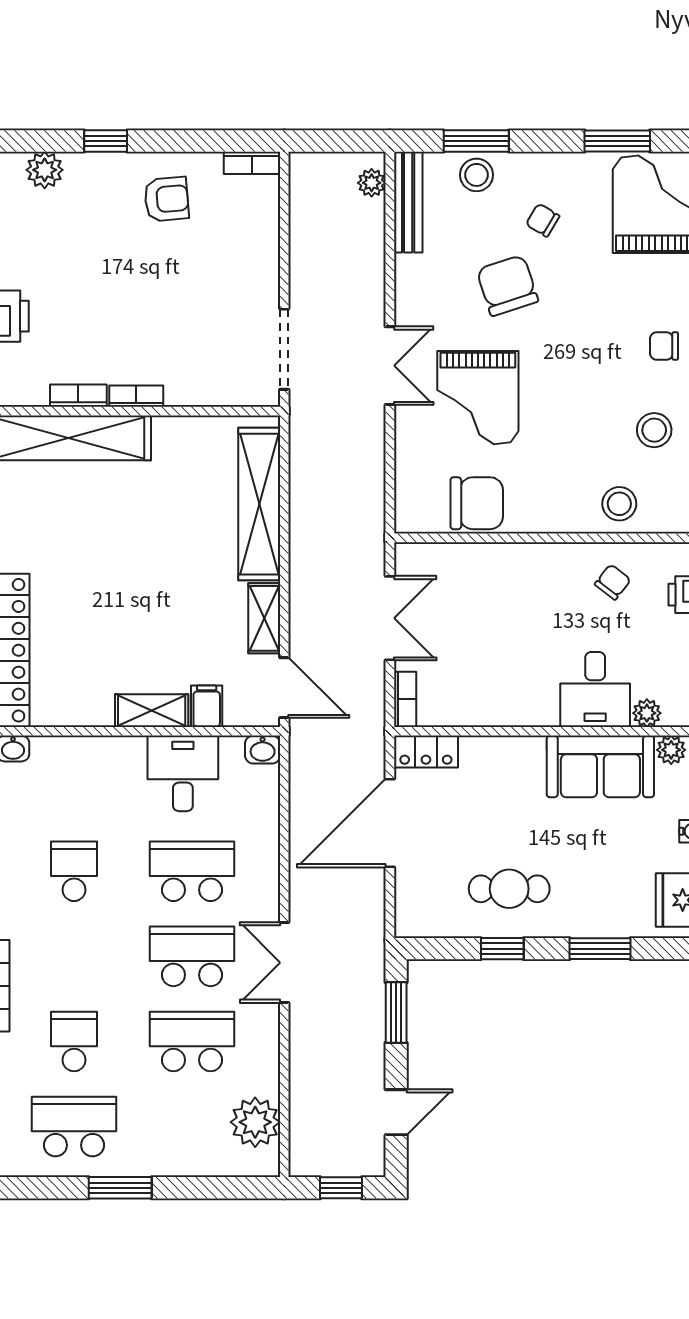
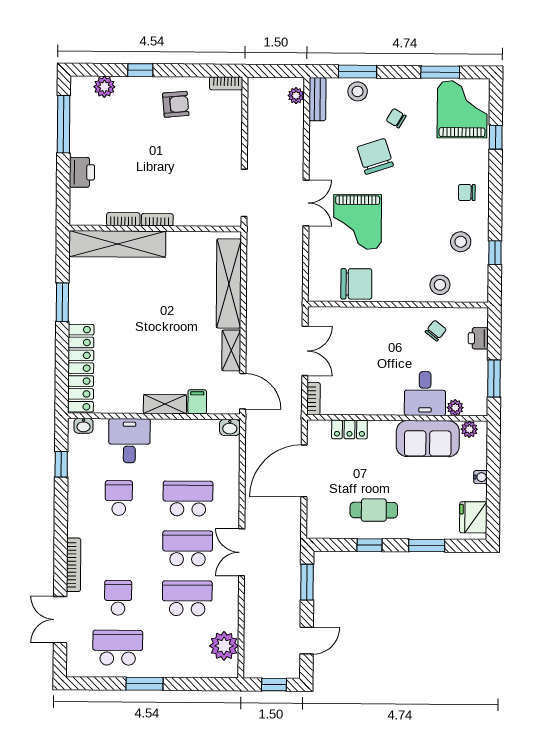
bench: (408, 202) -> (317, 99), width x0.73
locker: (426, 752) -> (349, 429), moved
desk: (183, 773) -> (129, 441), moved

